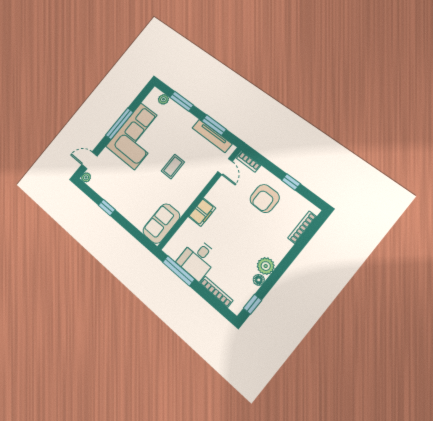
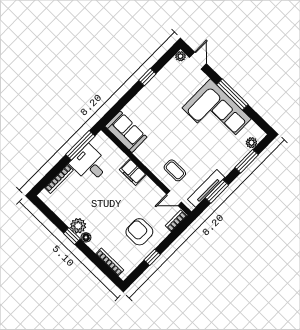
coffee table: (173, 167) -> (175, 170), moved
floor lamp: (259, 280) -> (86, 237), moved
window: (253, 304) -> (72, 236), moved

